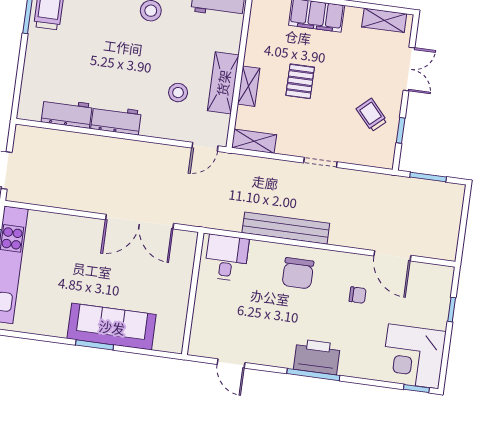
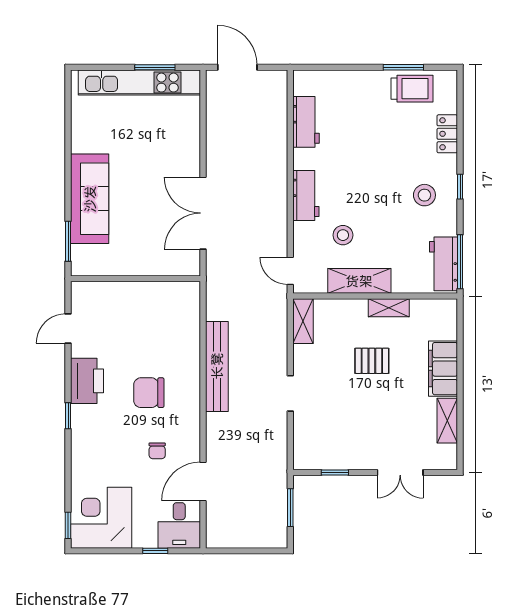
shelving: (384, 20) -> (447, 421), moved
shelving: (249, 86) -> (389, 308), moved
trolley: (372, 115) -> (347, 440), removed
workbench: (116, 120) -> (306, 195), moved
desk: (227, 258) -> (179, 525), moved, turned 90
chair: (298, 273) -> (149, 393), moved
window: (95, 345) -> (68, 241), moved
printer: (317, 357) -> (87, 381), moved
window: (313, 375) -> (68, 416), width x0.46

